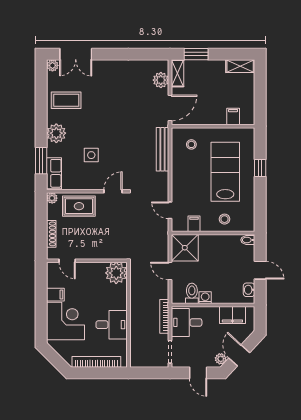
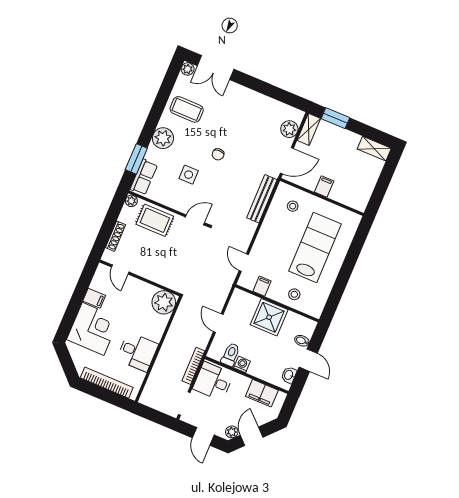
filing cabinet: (233, 116) -> (324, 186), moved
chair: (109, 127) -> (218, 154), added
window: (260, 168) -> (351, 258), removed
bidet: (248, 240) -> (302, 341), moved
shower: (185, 248) -> (269, 317), moved

